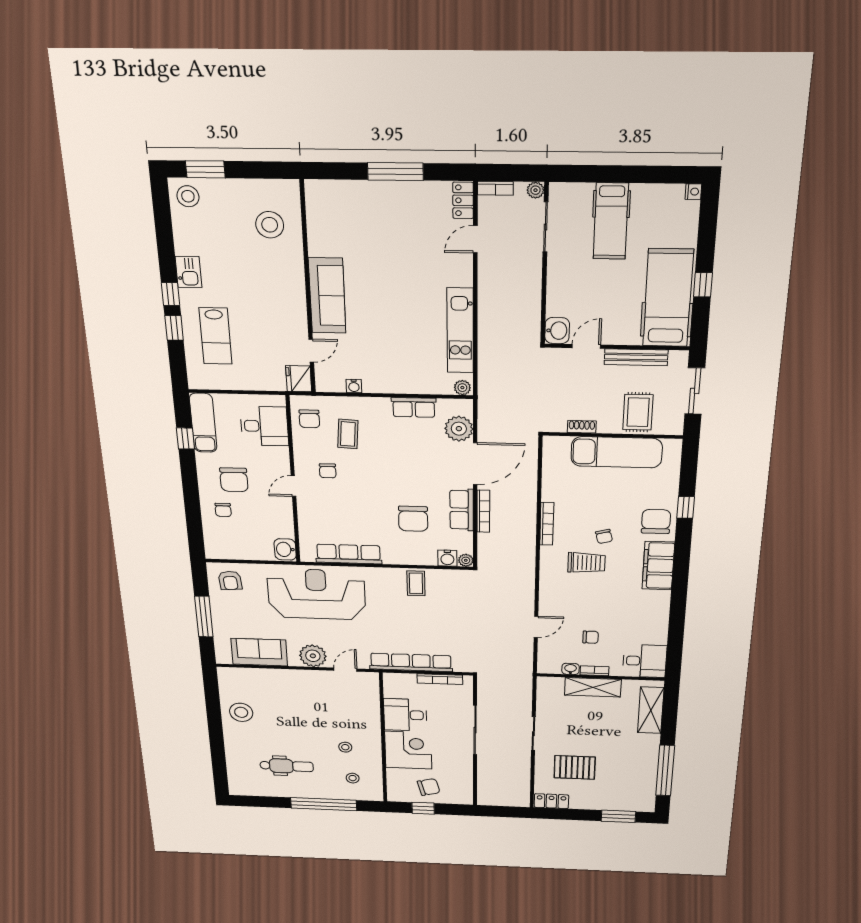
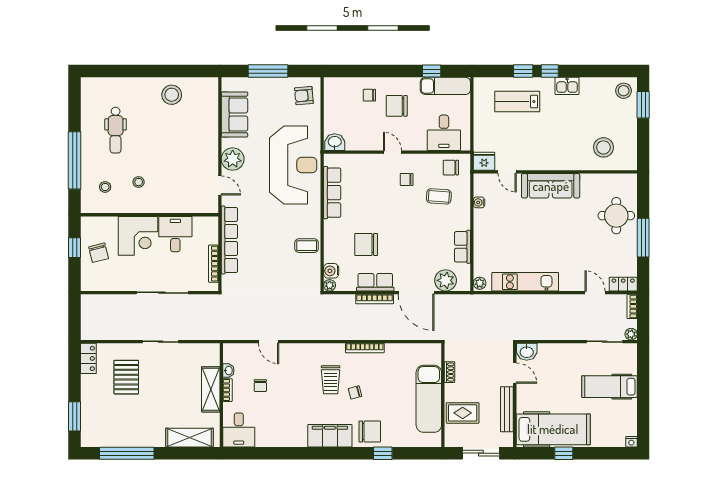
round table: (365, 209) -> (616, 216), added

